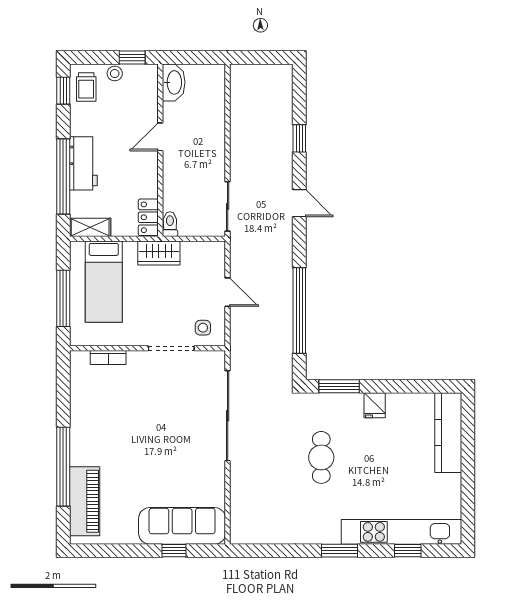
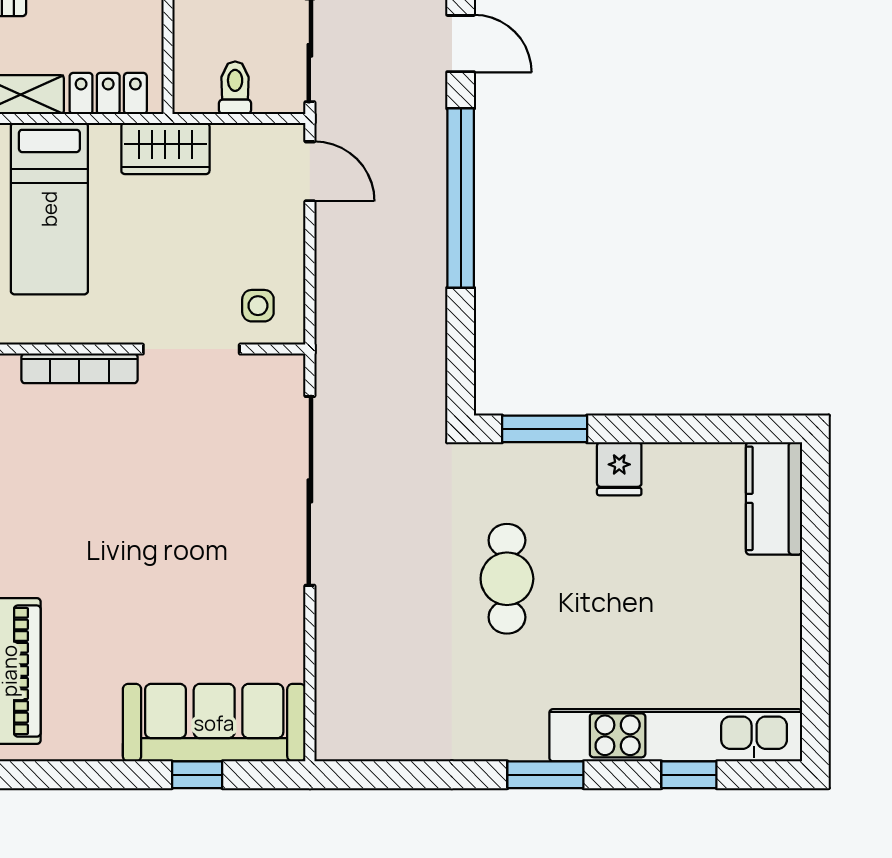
locker: (148, 217) -> (108, 93), moved, turned 90
toilet: (170, 224) -> (235, 88), moved
door: (228, 292) -> (310, 171), moved
window: (299, 311) -> (461, 198), moved
bookcase: (108, 357) -> (79, 368), width x1.56
kitchen counter: (448, 433) -> (774, 498), width x0.67

